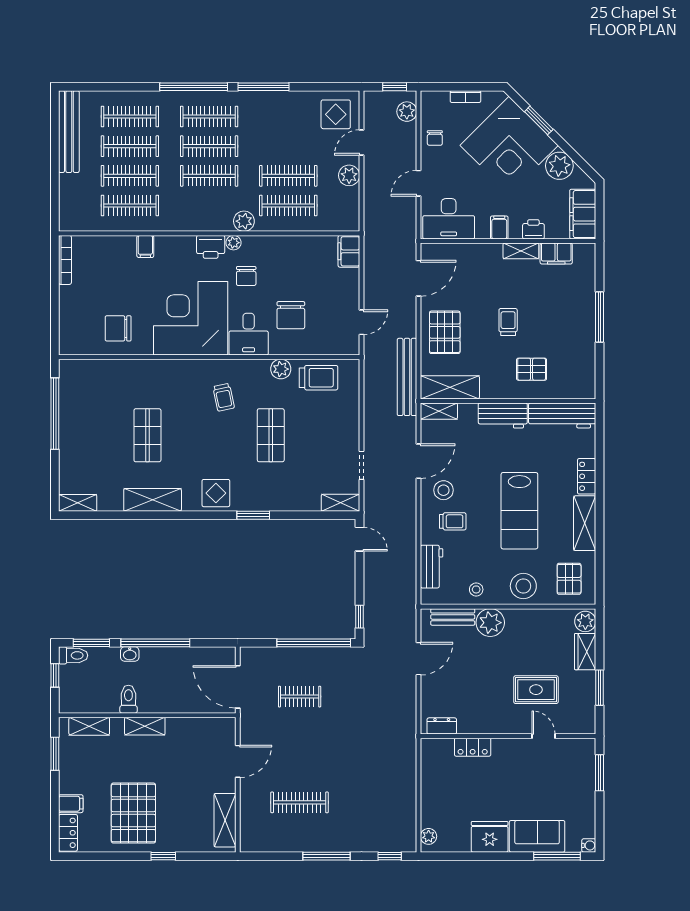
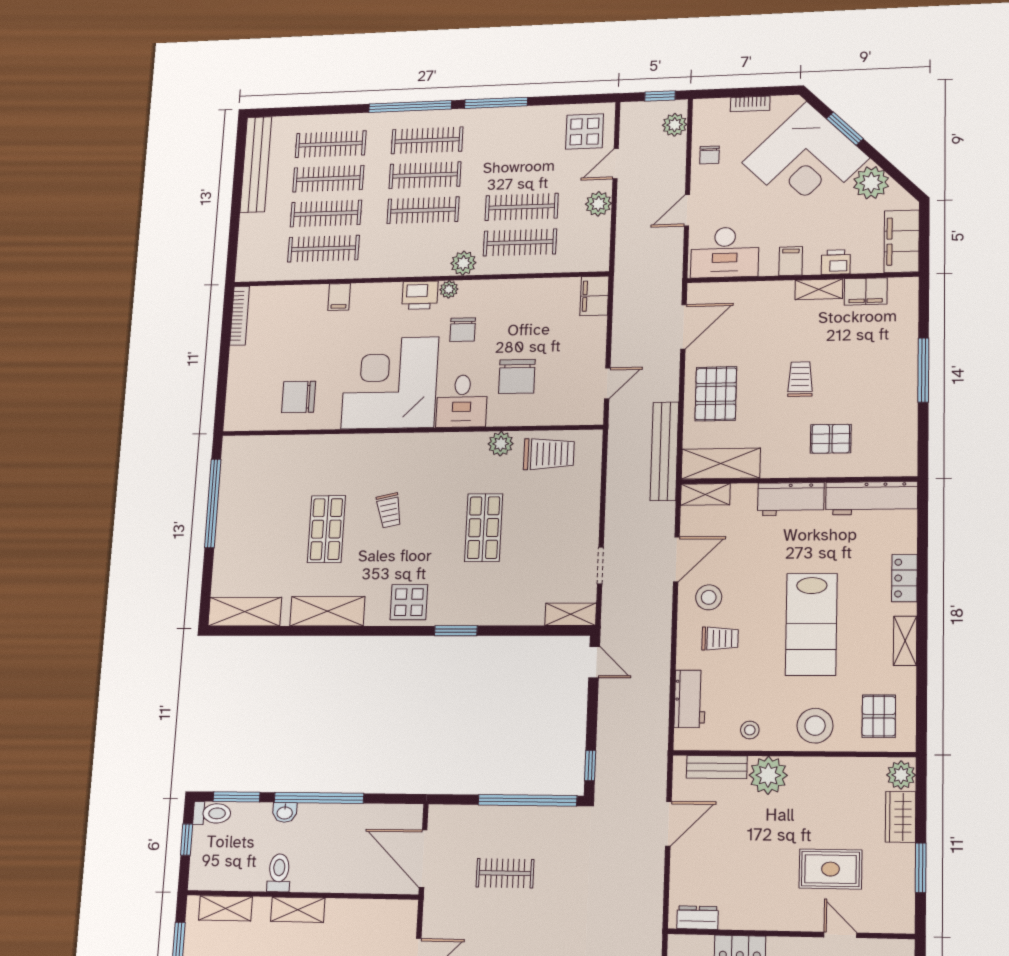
trolley: (224, 397) -> (389, 510), moved
shelving: (78, 503) -> (245, 612), width x1.50, depth x1.33
shelving: (585, 523) -> (905, 641), width x0.67, depth x0.75

